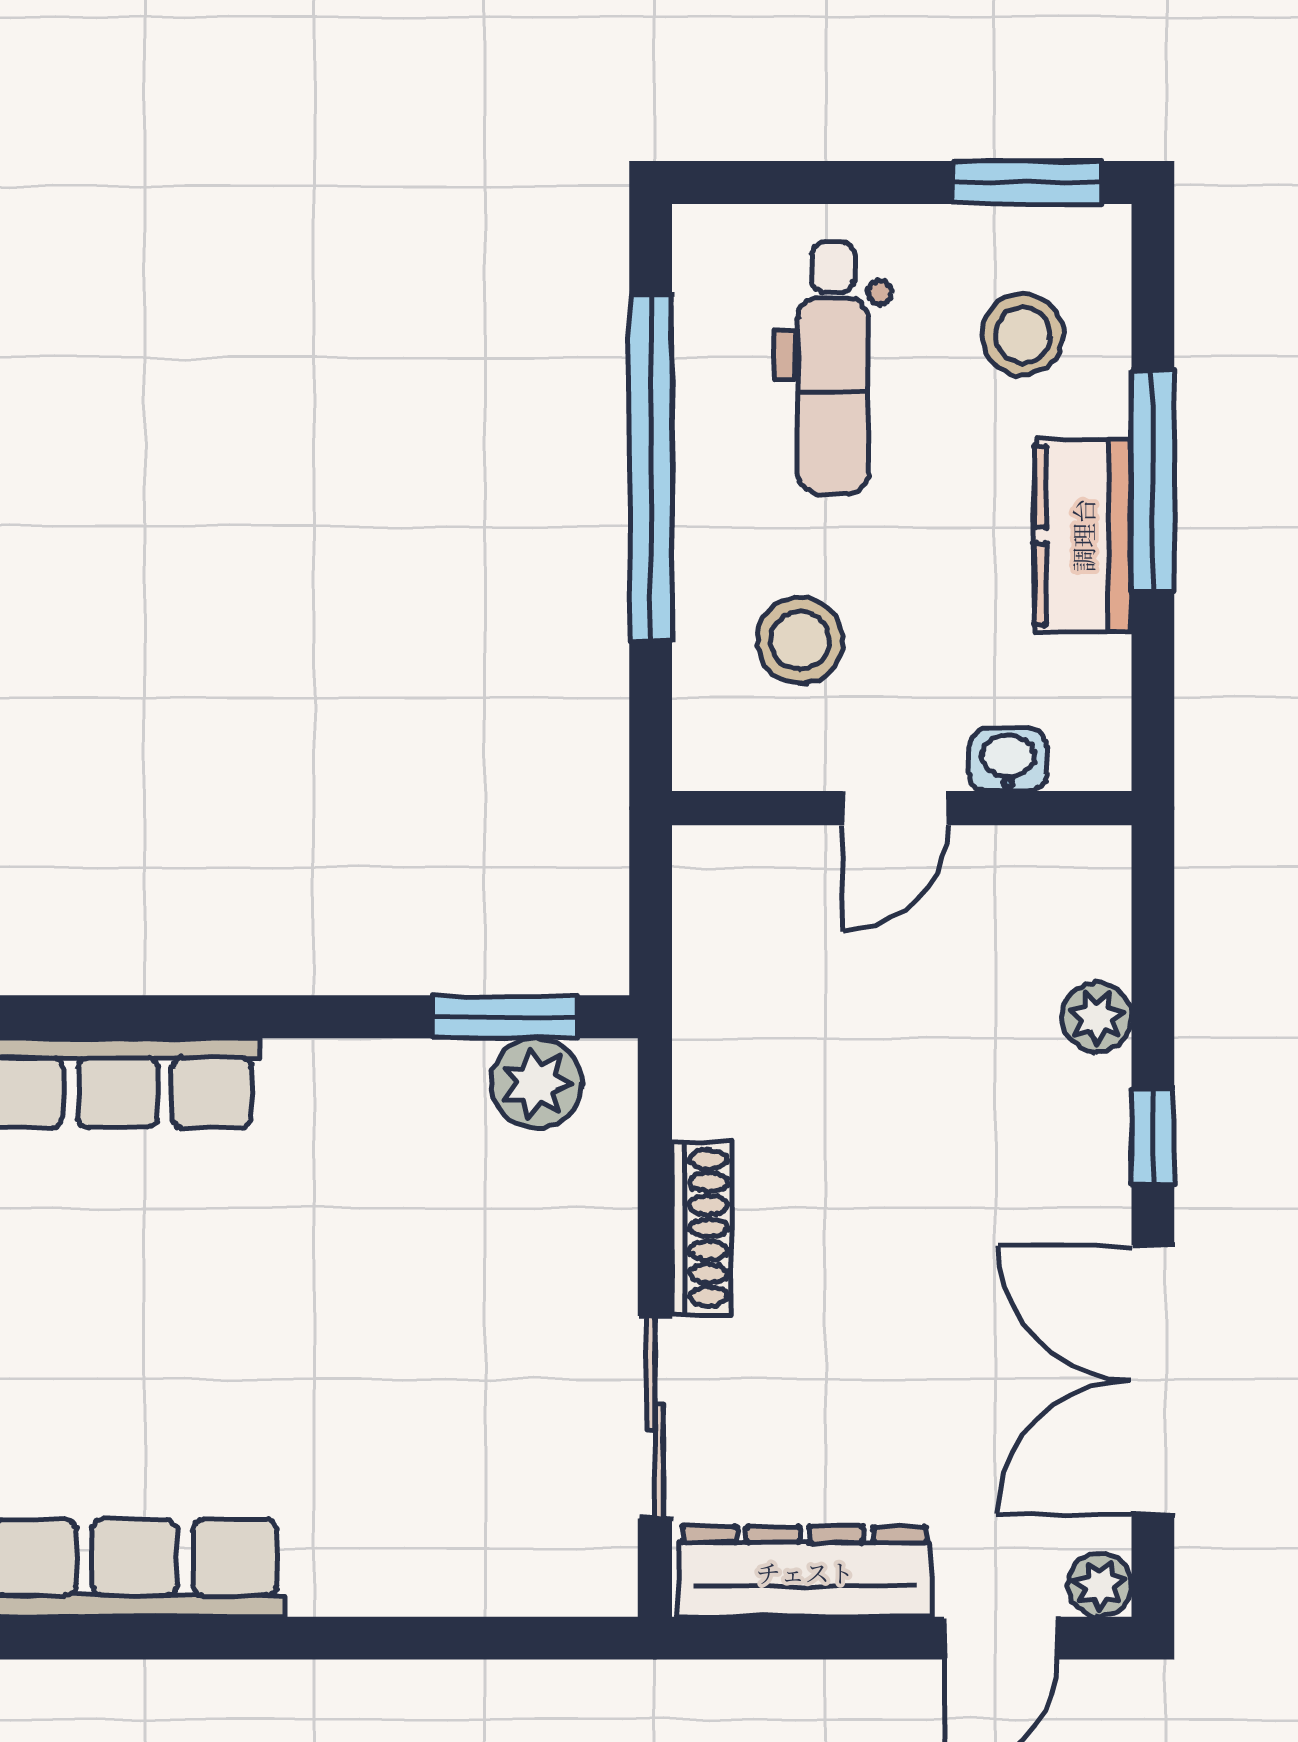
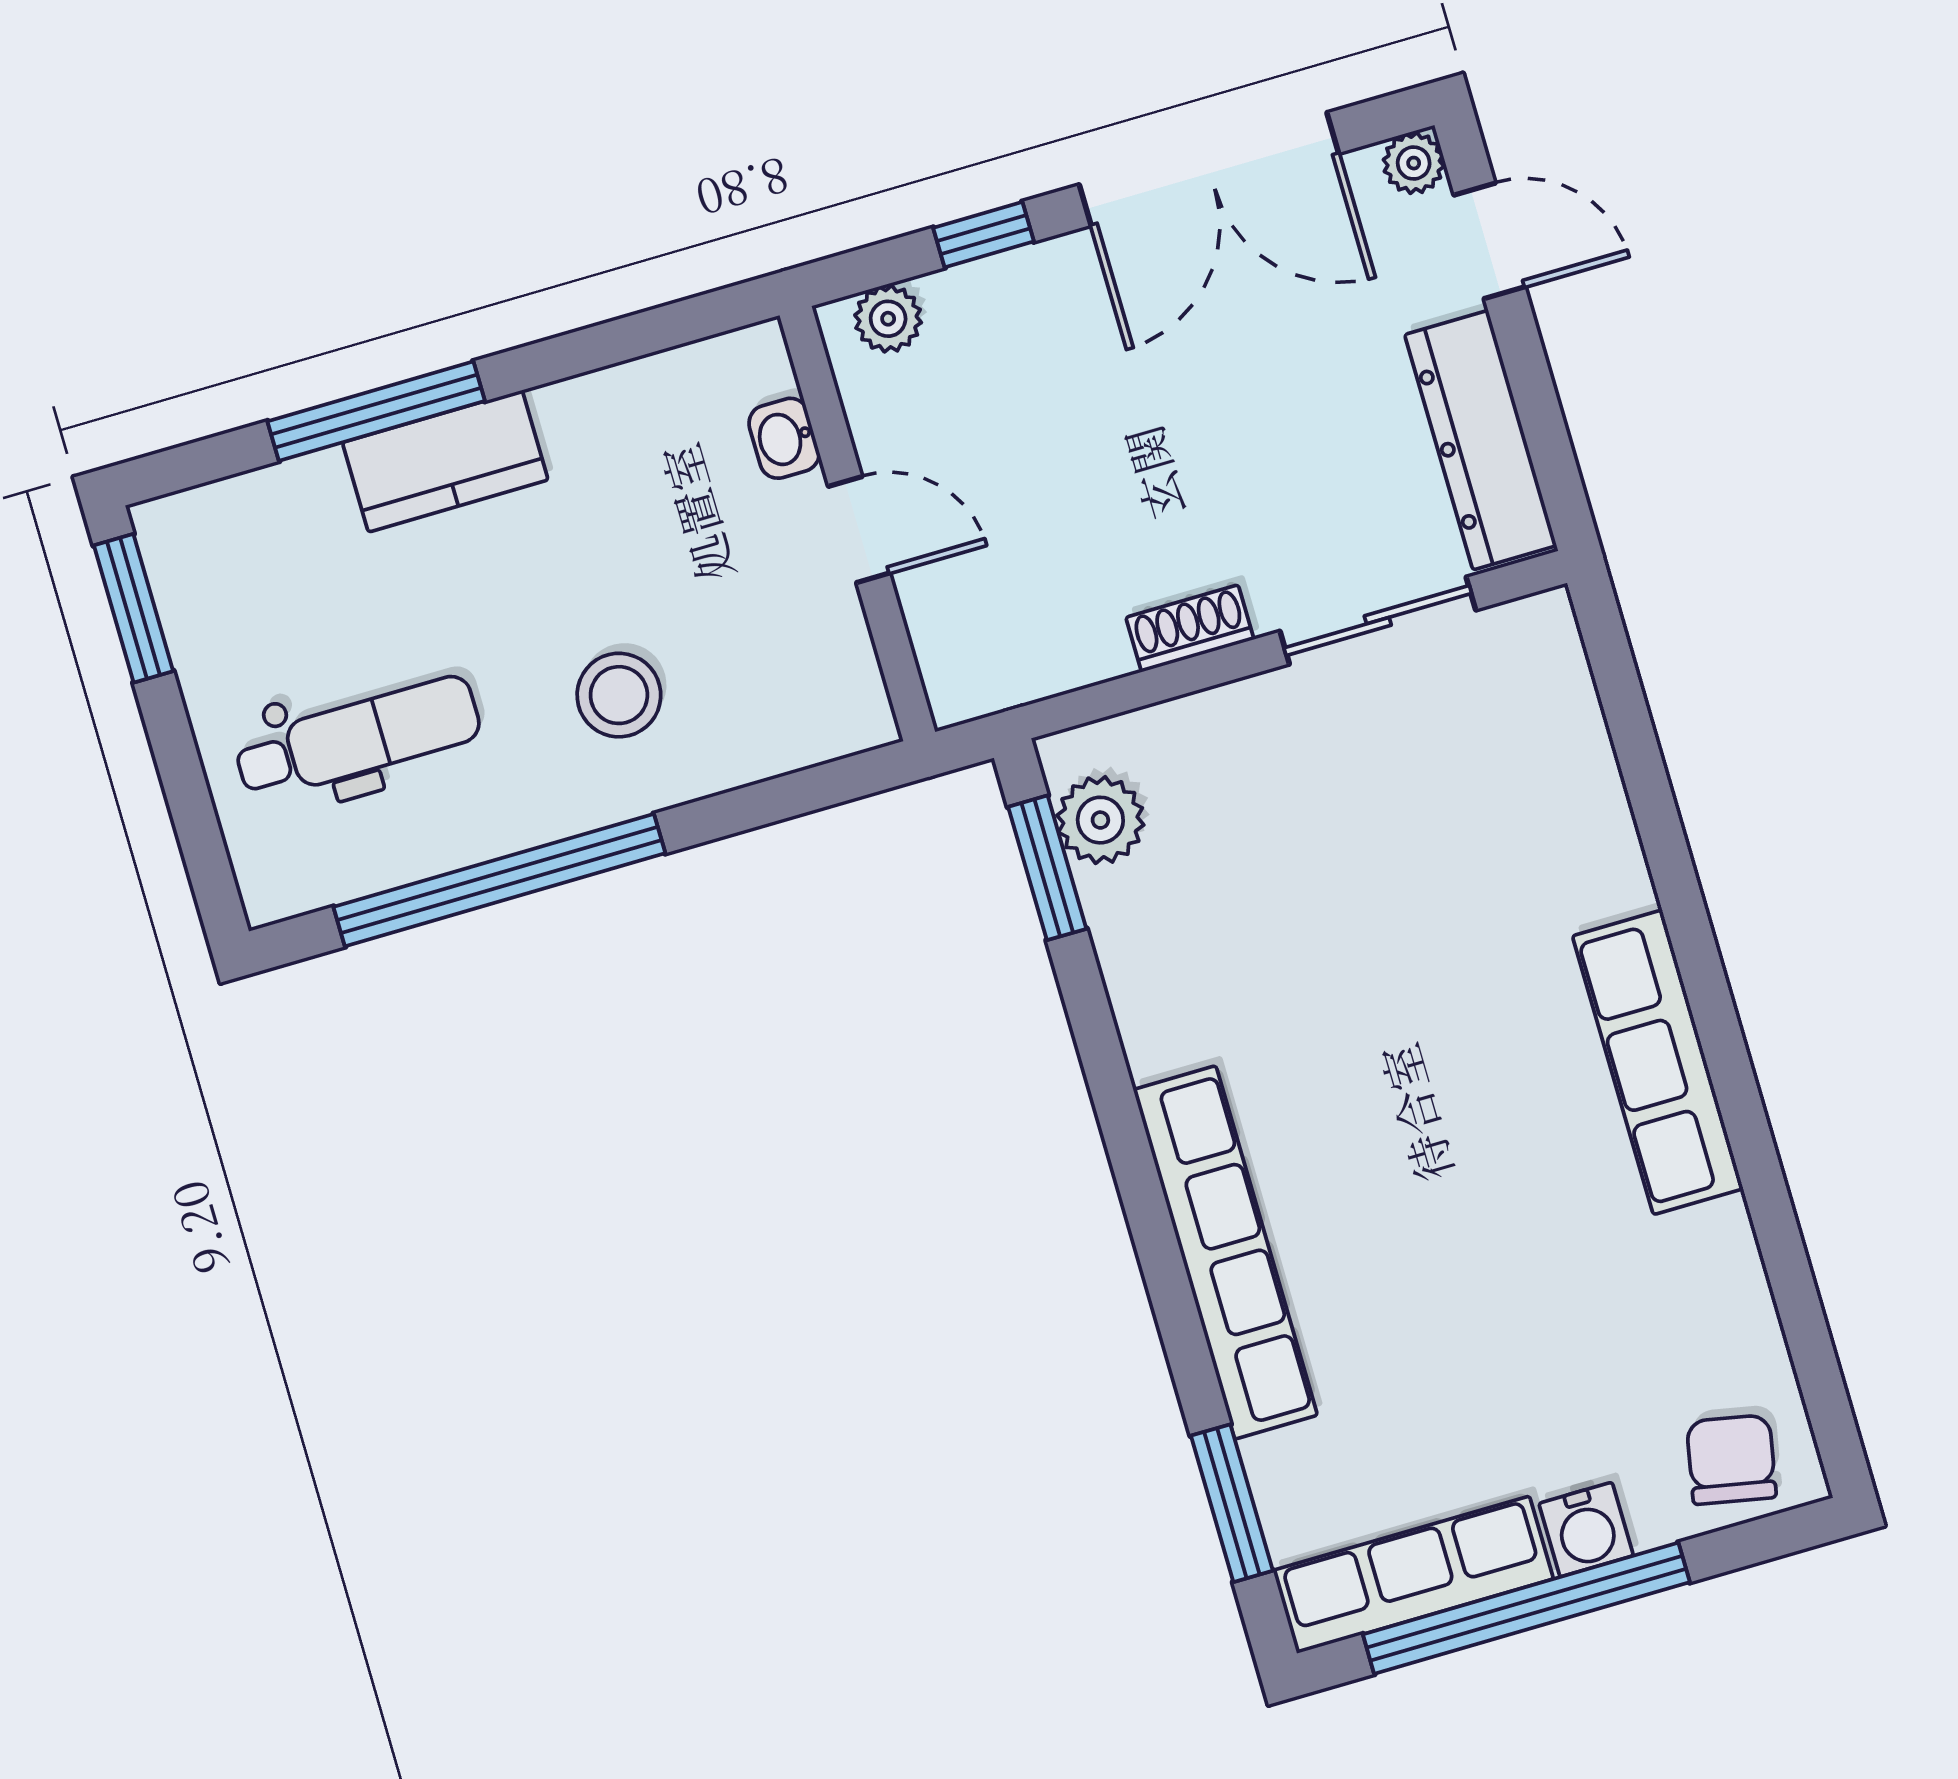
stool: (1023, 335) -> (276, 571), removed
washbasin: (1008, 760) -> (784, 438), moved
door: (895, 808) -> (859, 530), moved
wall: (902, 808) -> (857, 524), moved
shoe rack: (701, 1228) -> (1190, 628), width x0.70

